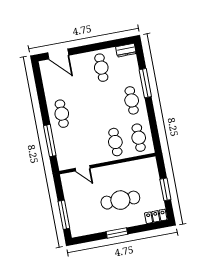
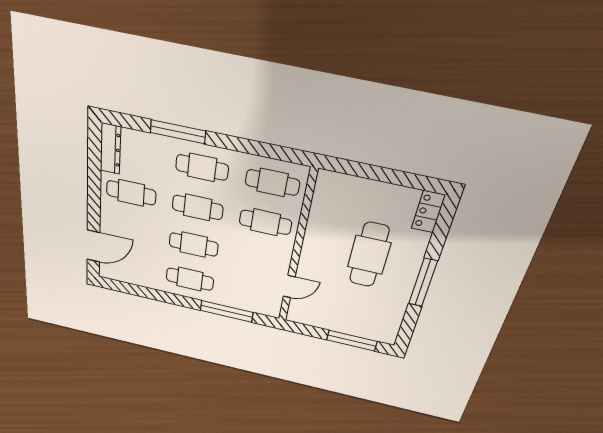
dresser: (126, 50) -> (110, 149), width x1.44
cafe table: (108, 105) -> (198, 207), added
cafe table: (85, 109) -> (194, 245), added
window: (165, 189) -> (387, 175), removed
window: (117, 233) -> (423, 283), width x1.44

